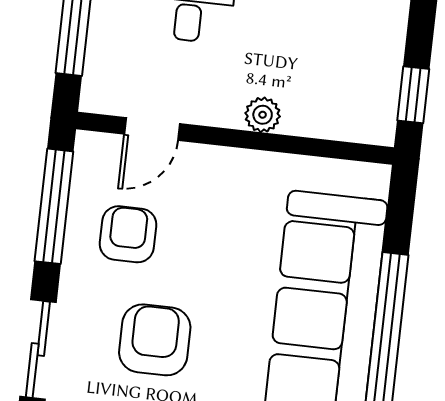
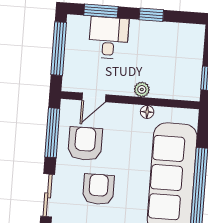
floor lamp: (273, 167) -> (147, 112), added
armchair: (128, 234) -> (85, 144), width x1.38, depth x1.38

